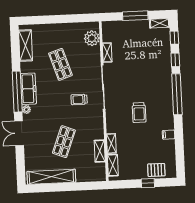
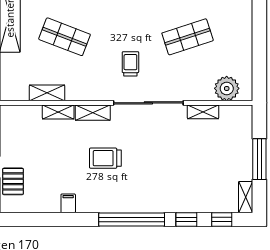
shelving: (113, 165) -> (93, 113), moved

